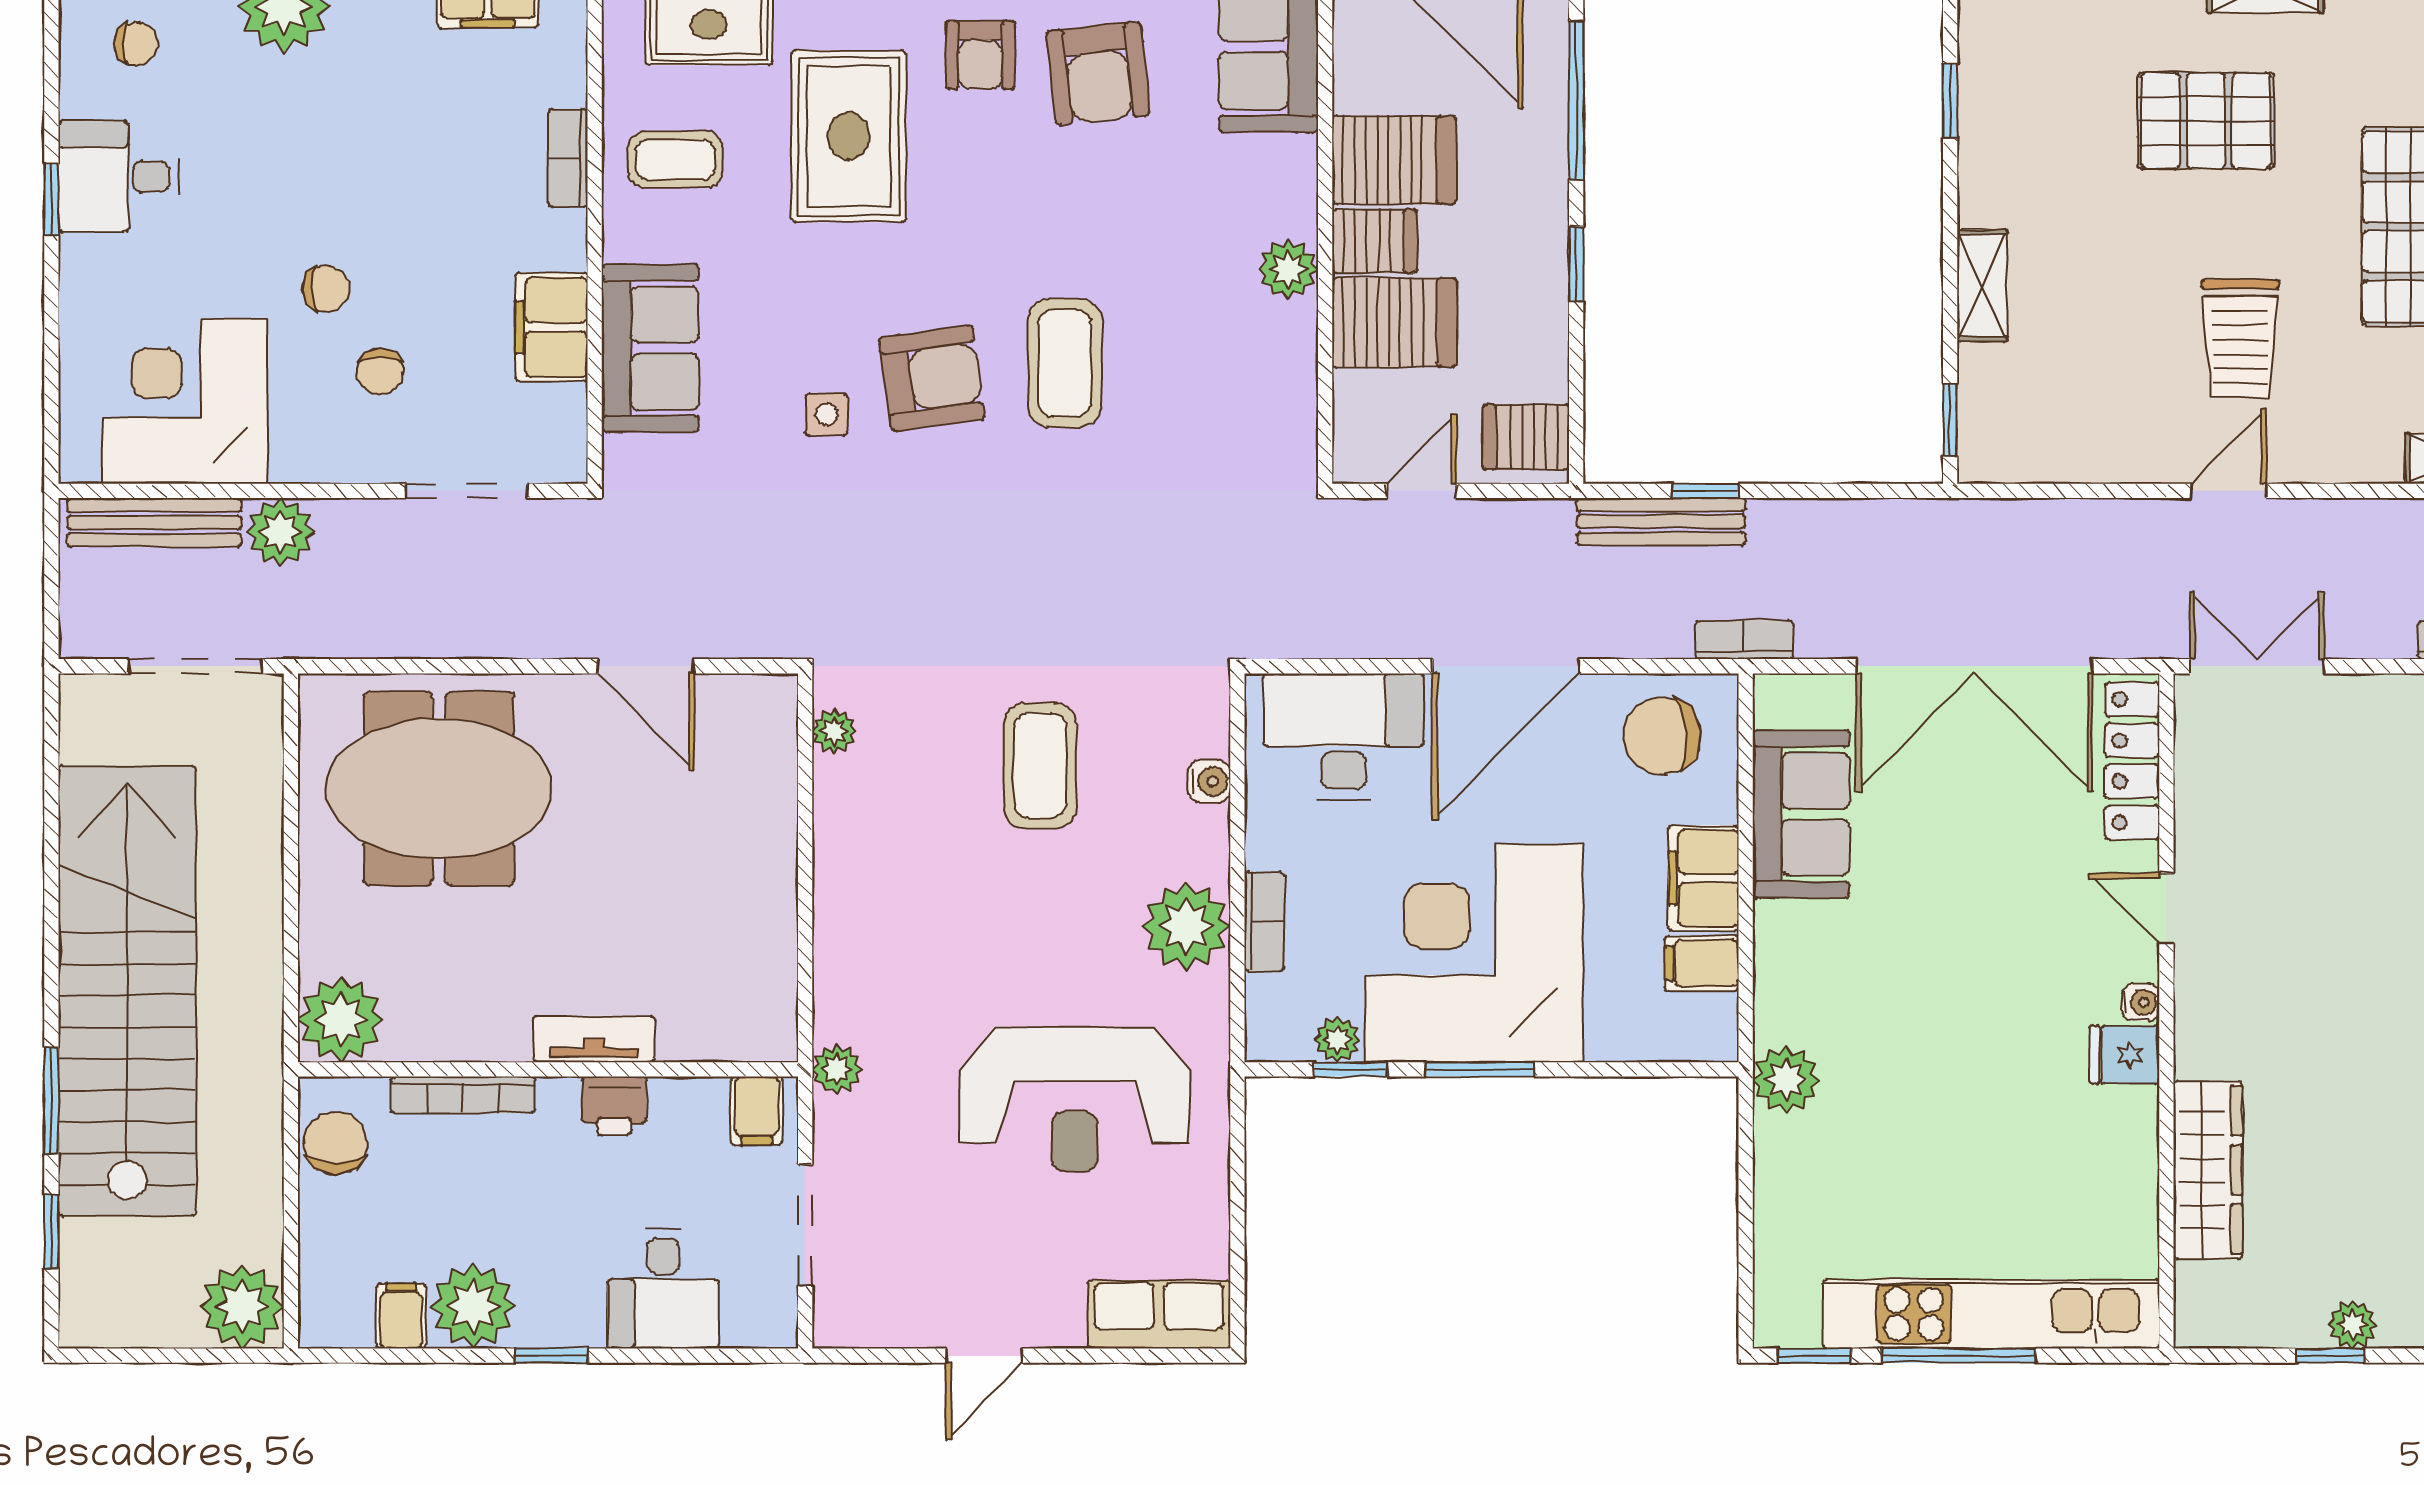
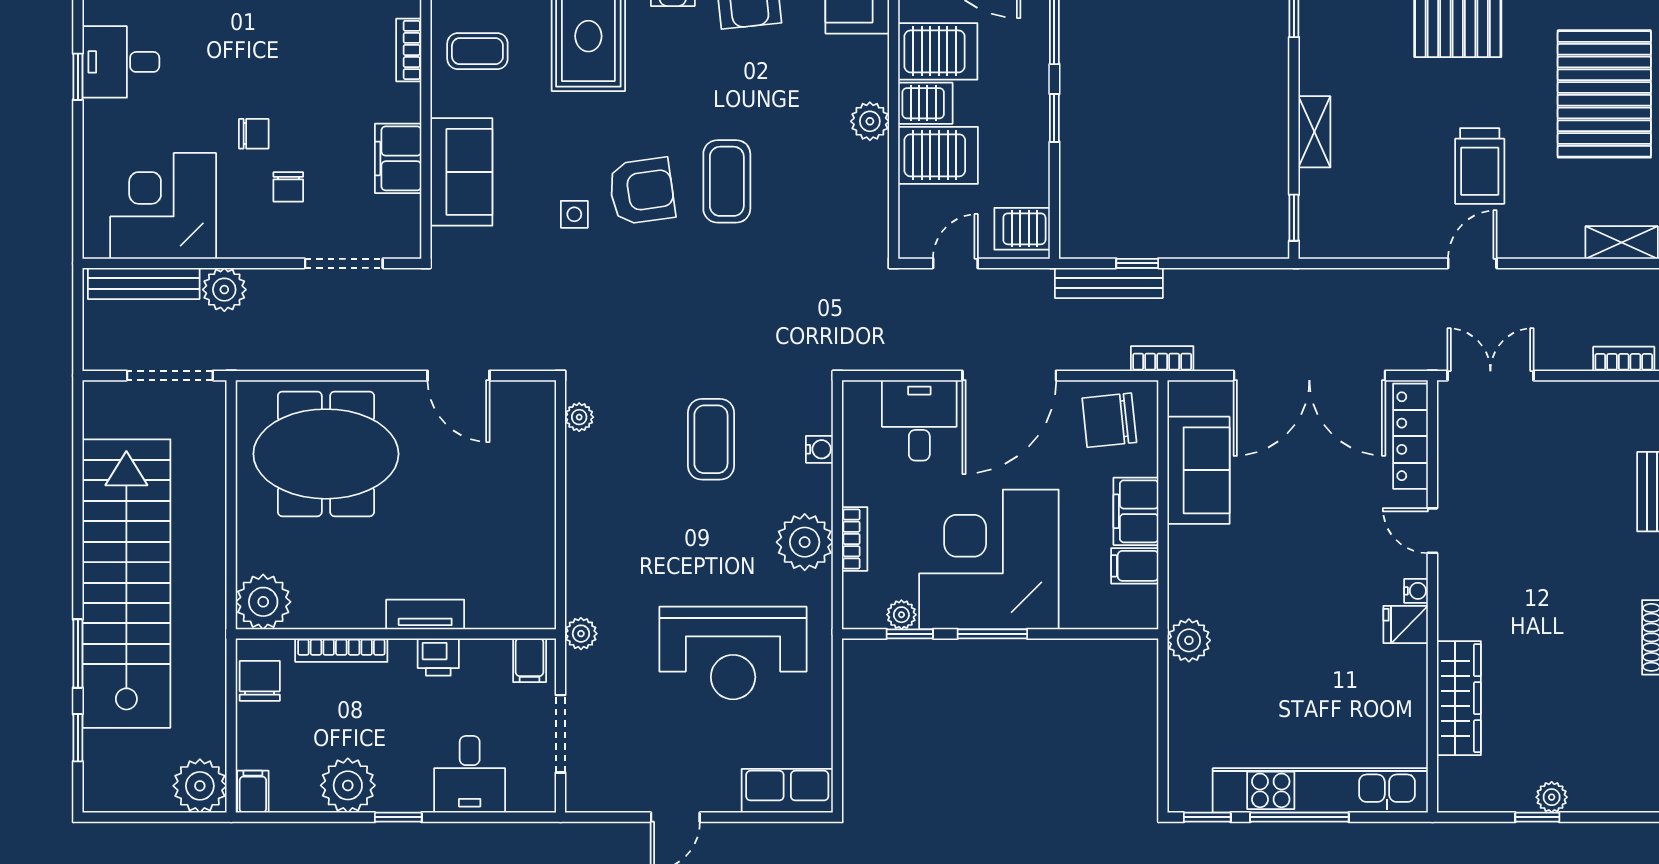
desk: (1344, 736) -> (919, 420), width x0.73
filing cabinet: (401, 1316) -> (253, 792), moved

